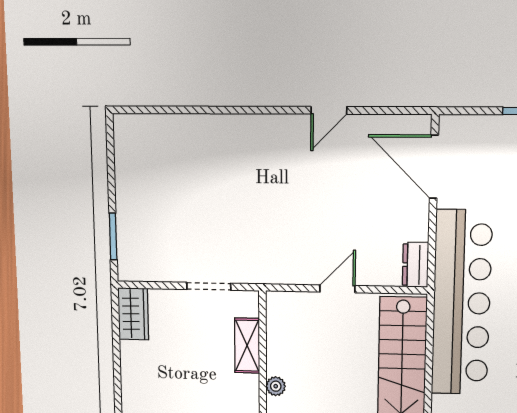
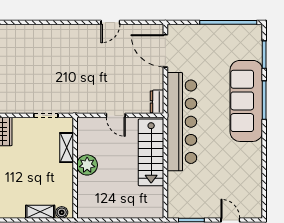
door: (337, 289) -> (116, 115), swing flipped
plant: (276, 386) -> (87, 165), width x1.88, depth x1.88

